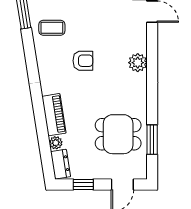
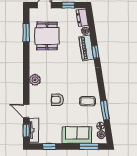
armchair: (83, 61) -> (57, 100), moved
window: (39, 108) -> (96, 52), added
dining table: (118, 134) -> (47, 36), turned 90

